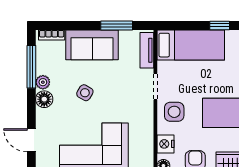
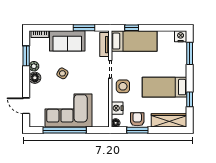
window: (220, 25) -> (132, 28), moved
window: (31, 67) -> (26, 56), width x0.69

